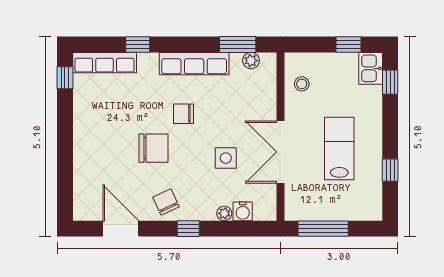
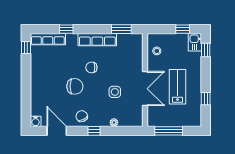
plant: (251, 61) -> (129, 38), removed
double door: (280, 152) -> (145, 89), swing flipped
water cooler: (243, 211) -> (36, 121), moved

